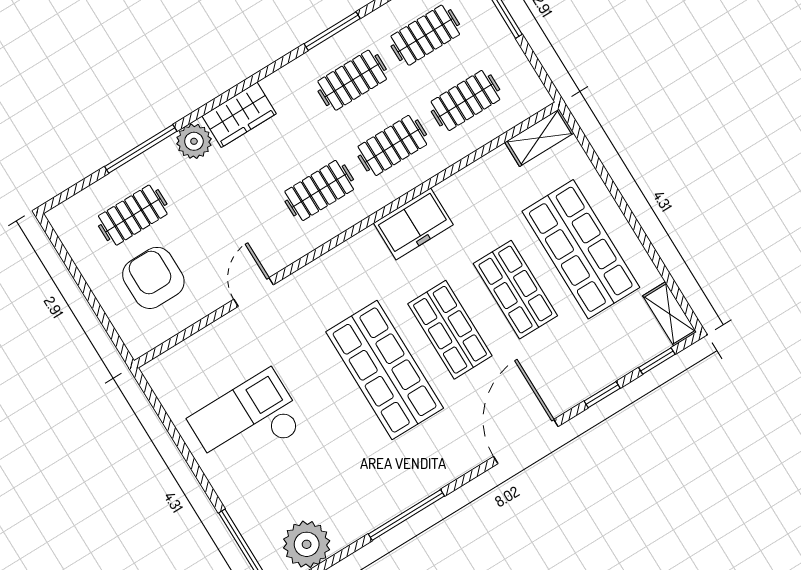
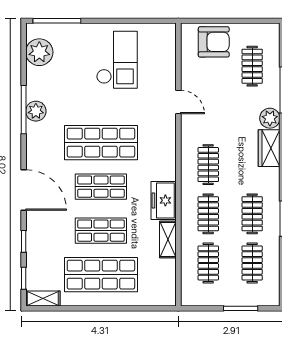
shelving: (539, 138) -> (168, 239), moved
armchair: (153, 278) -> (214, 42), moved
plant: (397, 495) -> (36, 111), added

